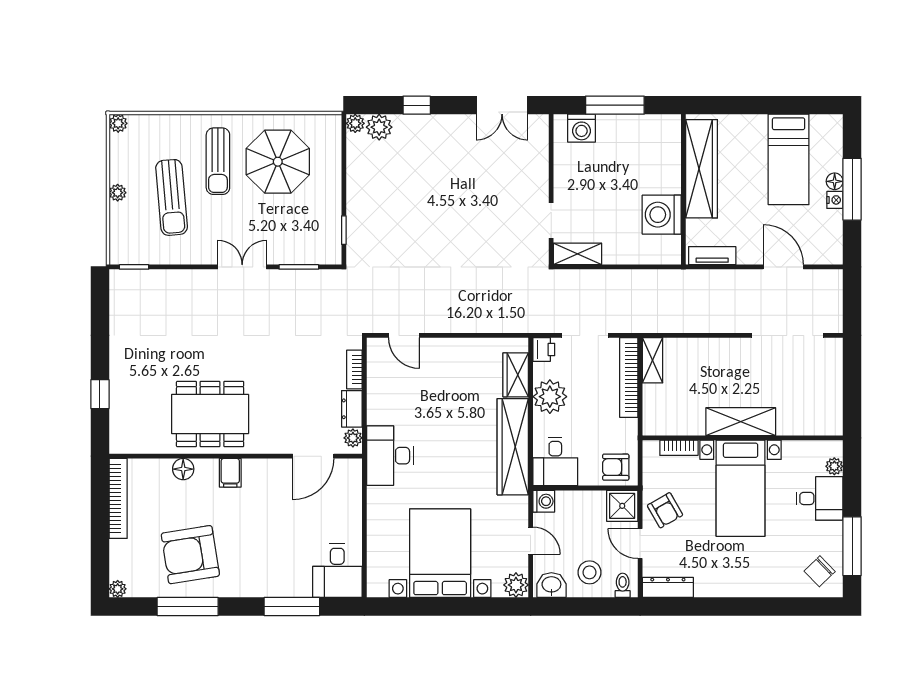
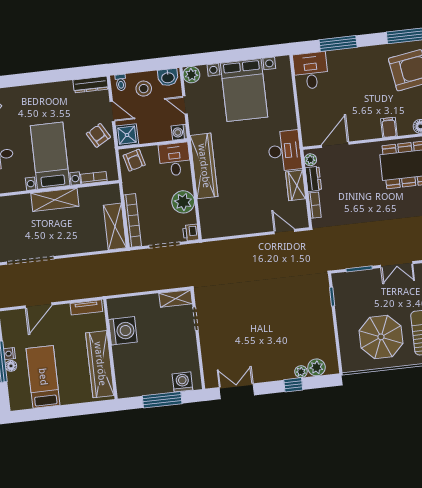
plant: (355, 123) -> (301, 372), moved
door: (783, 267) -> (38, 305), hinge flipped
shelving: (653, 360) -> (115, 226), width x1.50, depth x1.33
wardrobe: (516, 375) -> (296, 185), moved, turned 180
armchair: (616, 467) -> (134, 160), turned 75

